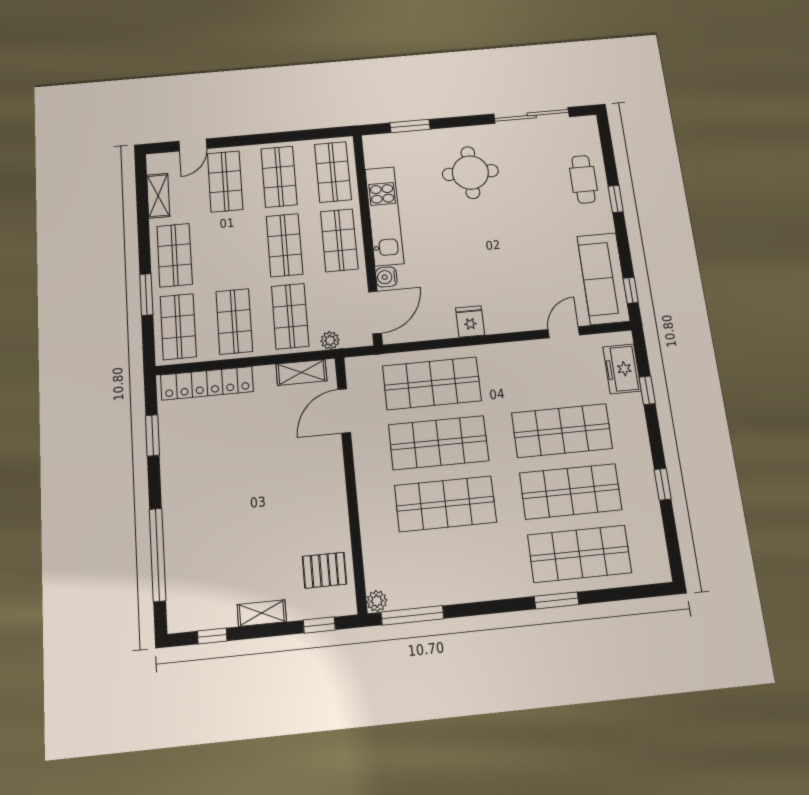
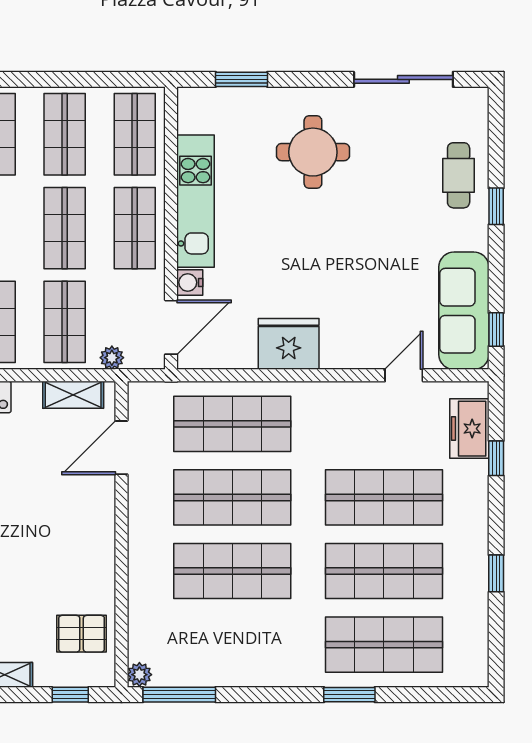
fridge: (470, 321) -> (289, 344), width x1.88, depth x1.34

